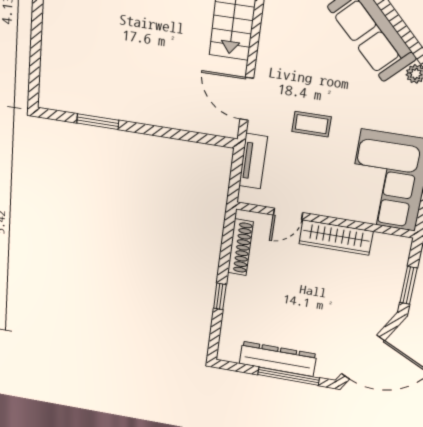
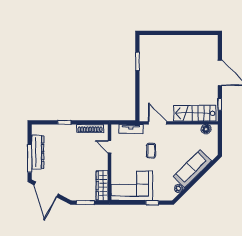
door: (247, 99) -> (158, 123), hinge flipped
wardrobe: (336, 238) -> (102, 186), moved

